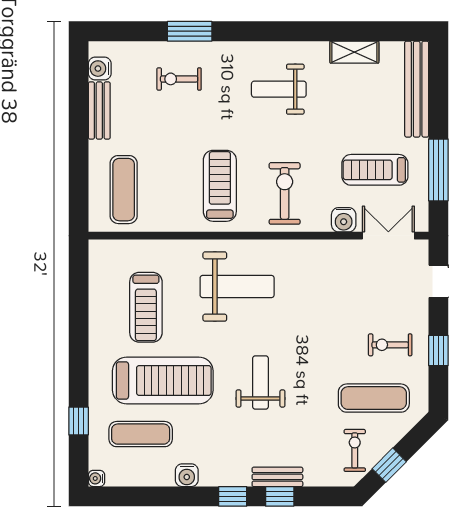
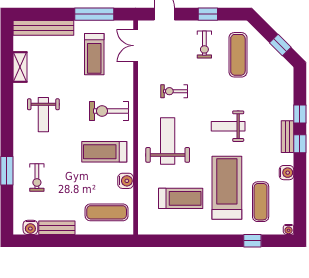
water cooler: (344, 220) -> (126, 181), moved
exercise bike: (355, 450) -> (174, 91), moved
bench: (277, 477) -> (288, 137), moved

